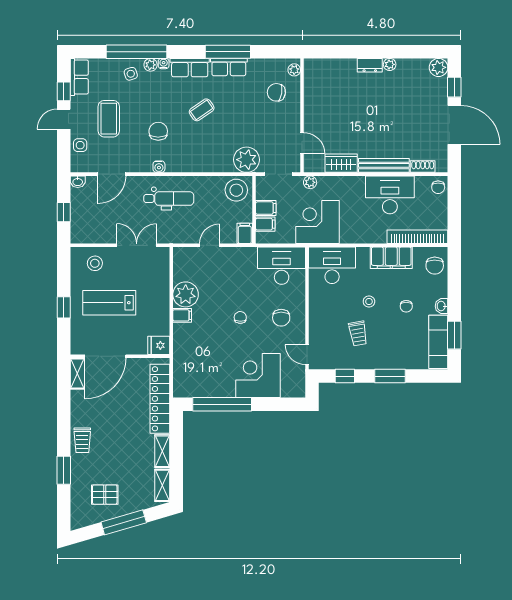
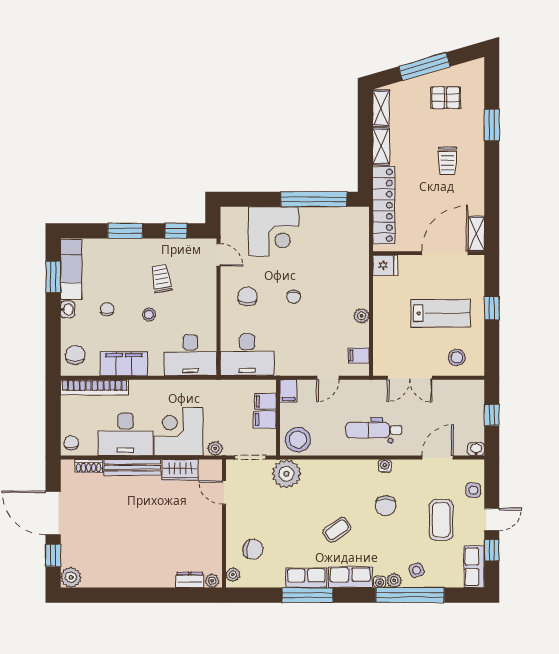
plant: (390, 64) -> (212, 581), moved
dresser: (370, 65) -> (190, 580), moved
corner desk: (317, 222) -> (179, 431), moved, turned 180
plant: (186, 294) -> (361, 316), width x0.53, depth x0.53
filing cabinet: (182, 315) -> (359, 356), moved
trolley: (82, 440) -> (448, 161), moved, turned 180

